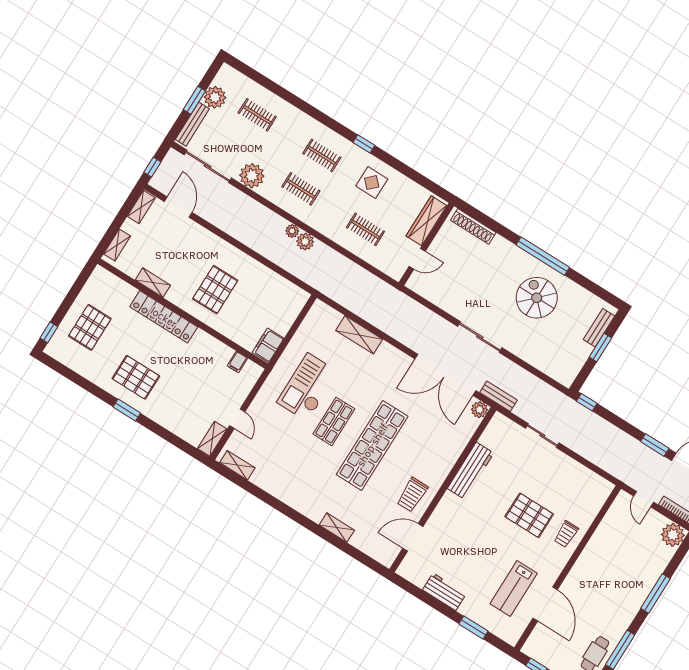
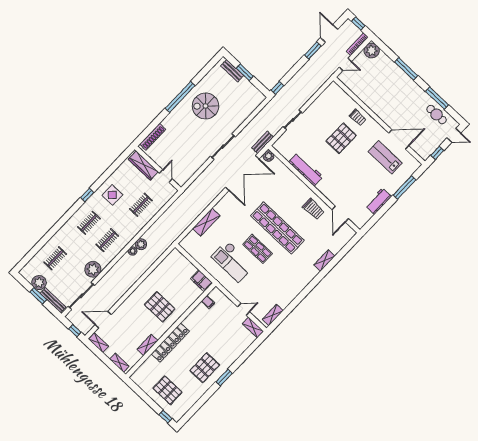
lab bench: (514, 589) -> (385, 157), turned 180
window: (473, 628) -> (405, 187), width x1.44

